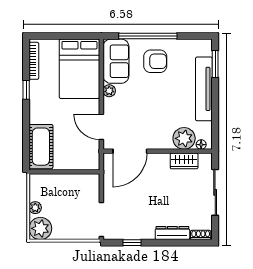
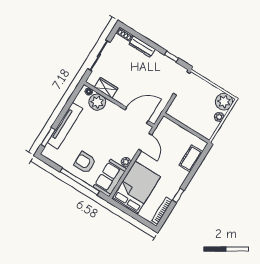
cot: (41, 147) -> (191, 158), width x0.73, depth x0.75

